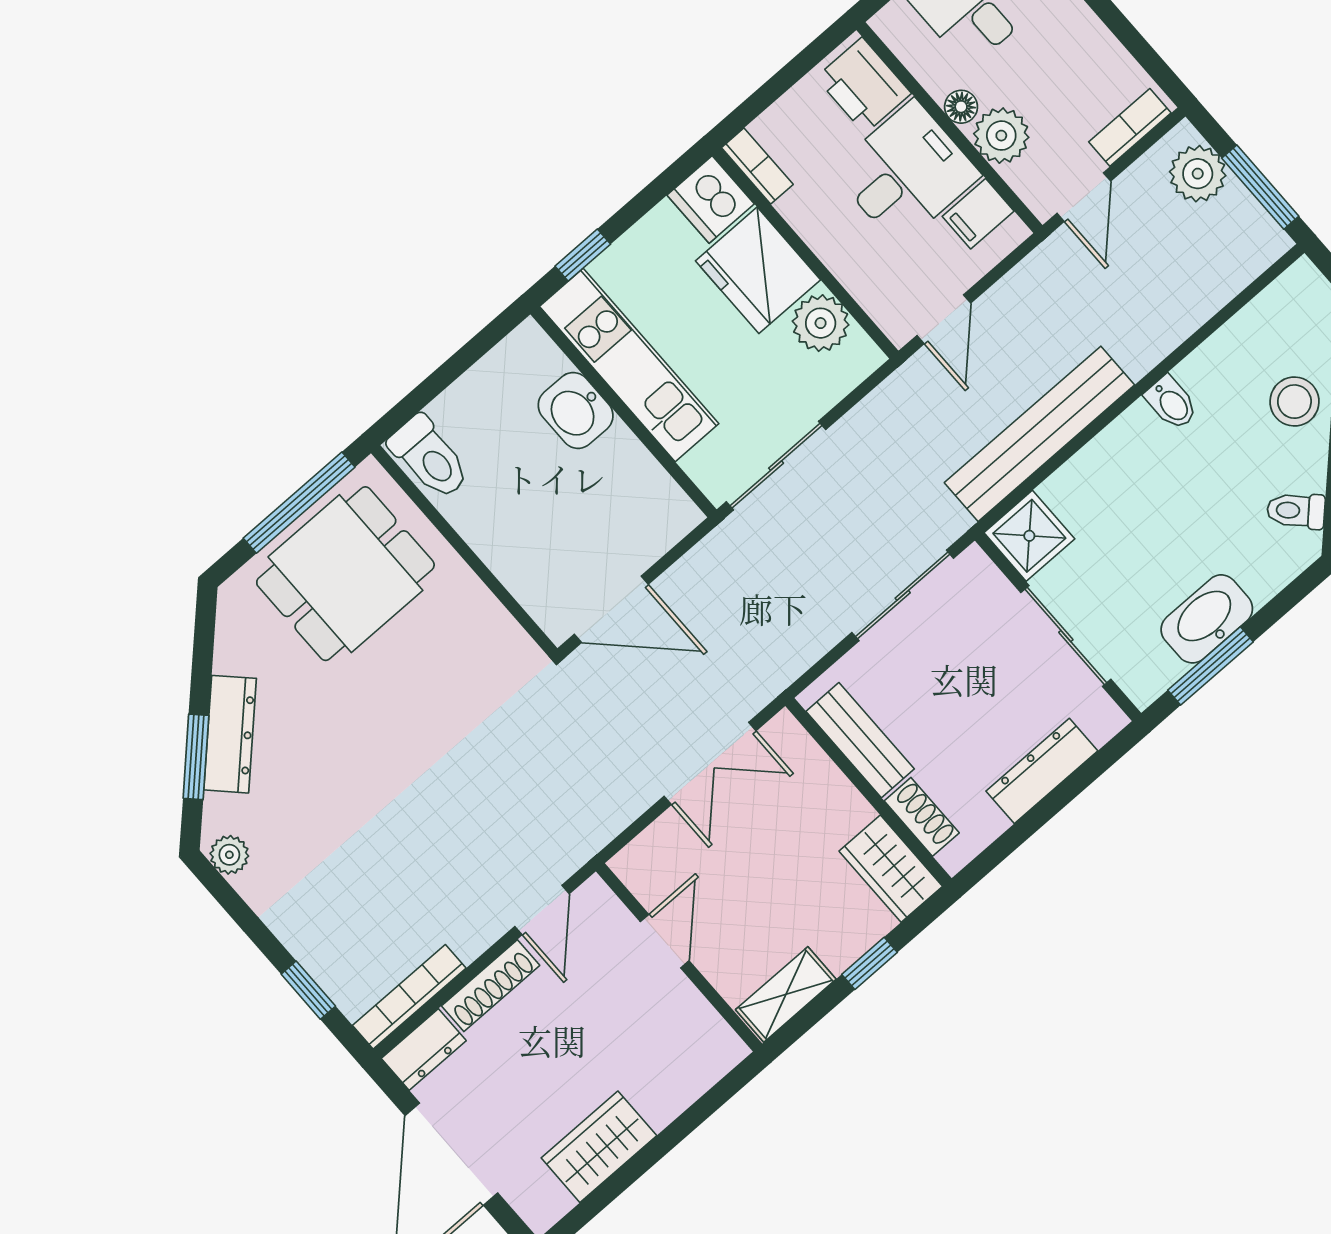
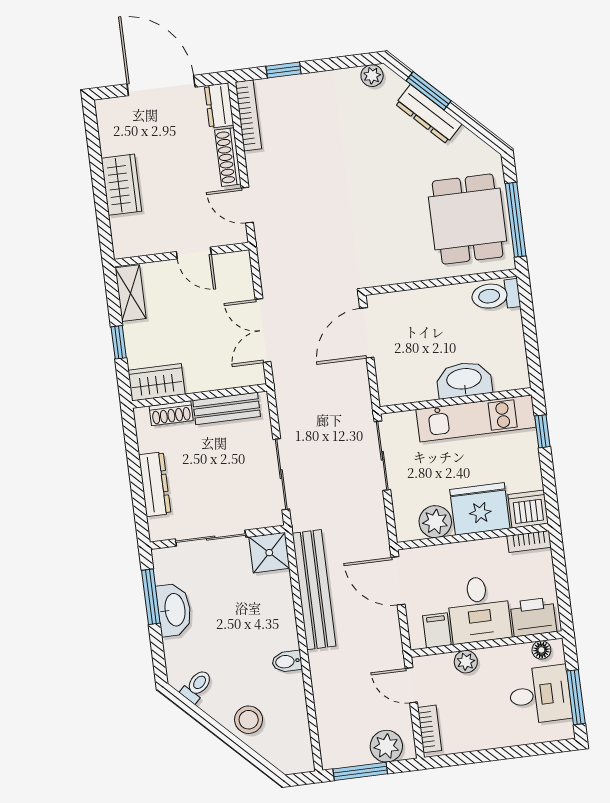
floor lamp: (961, 107) -> (541, 650), moved
plant: (1001, 136) -> (466, 662), width x0.73, depth x0.73
door: (944, 319) -> (398, 581), width x1.38
washbasin: (576, 410) -> (464, 380), width x1.38
wardrobe: (599, 1147) -> (121, 185), moved

